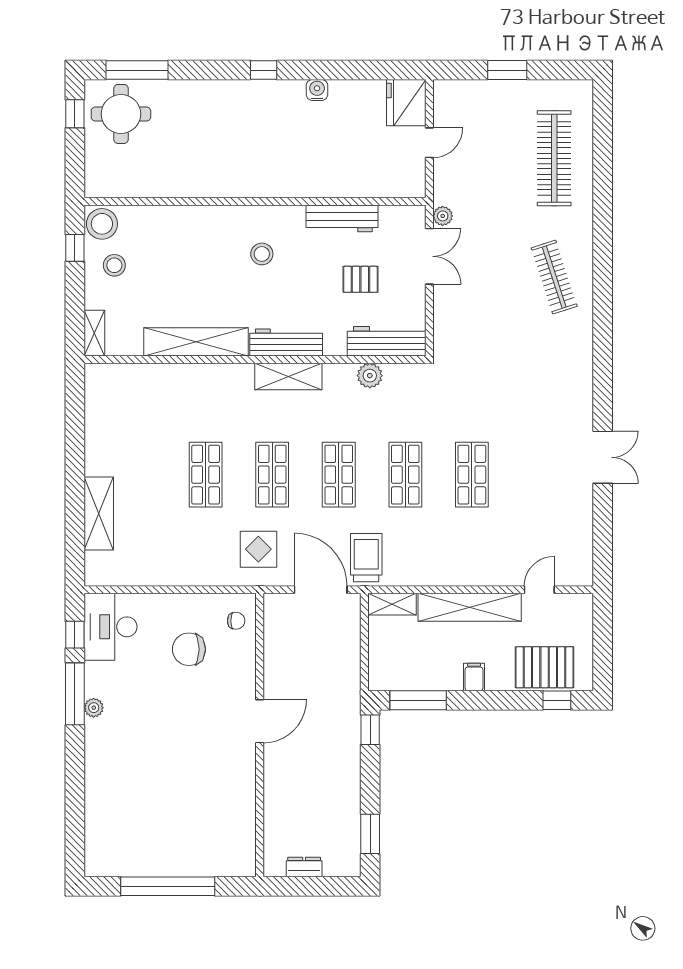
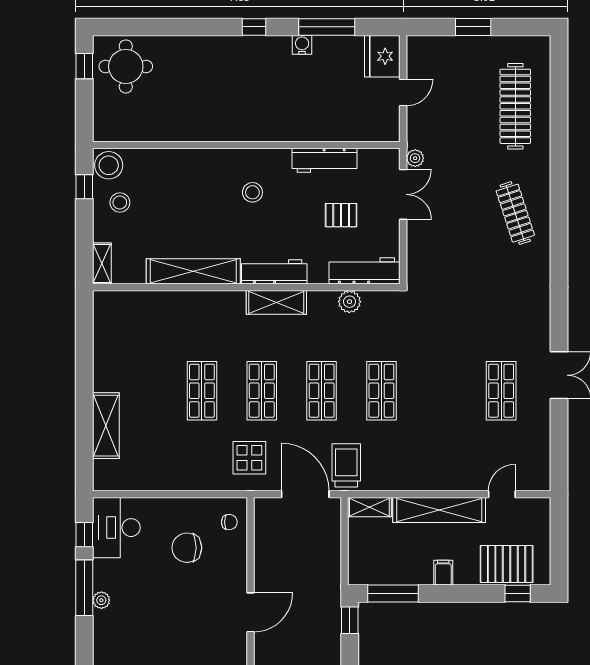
window: (137, 70) -> (327, 27), moved
shop shelf: (472, 475) -> (501, 391), moved

